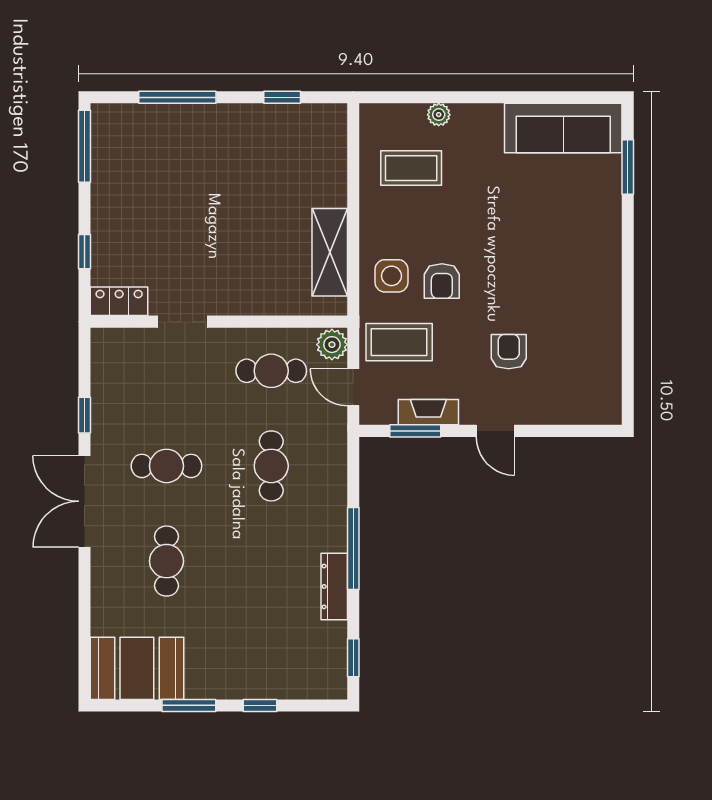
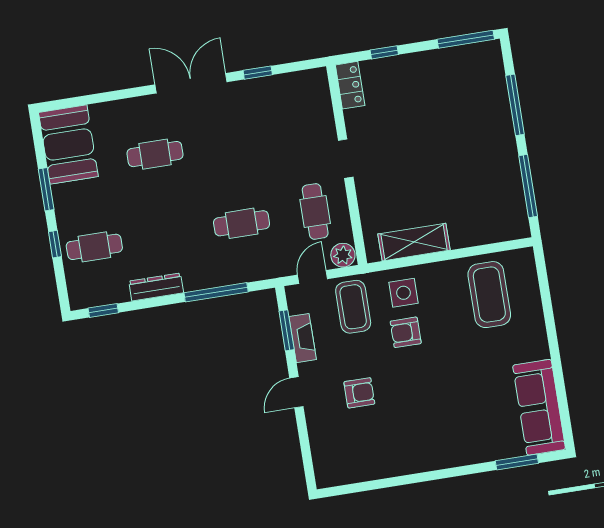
window: (282, 97) -> (528, 186), width x2.17
plant: (439, 115) -> (534, 309), removed
coffee table: (411, 168) -> (489, 295), width x1.36, depth x1.32
doorway: (182, 322) -> (346, 159), moved
cafe table: (166, 466) -> (94, 247), moved, turned 90
window: (353, 548) -> (216, 292), moved

